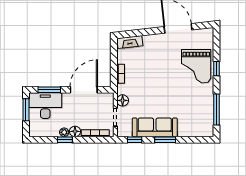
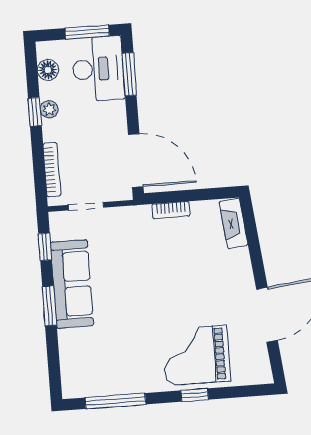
door: (84, 90) -> (136, 161), moved
floor lamp: (123, 100) -> (119, 218), removed
floor lamp: (75, 131) -> (48, 70), moved

